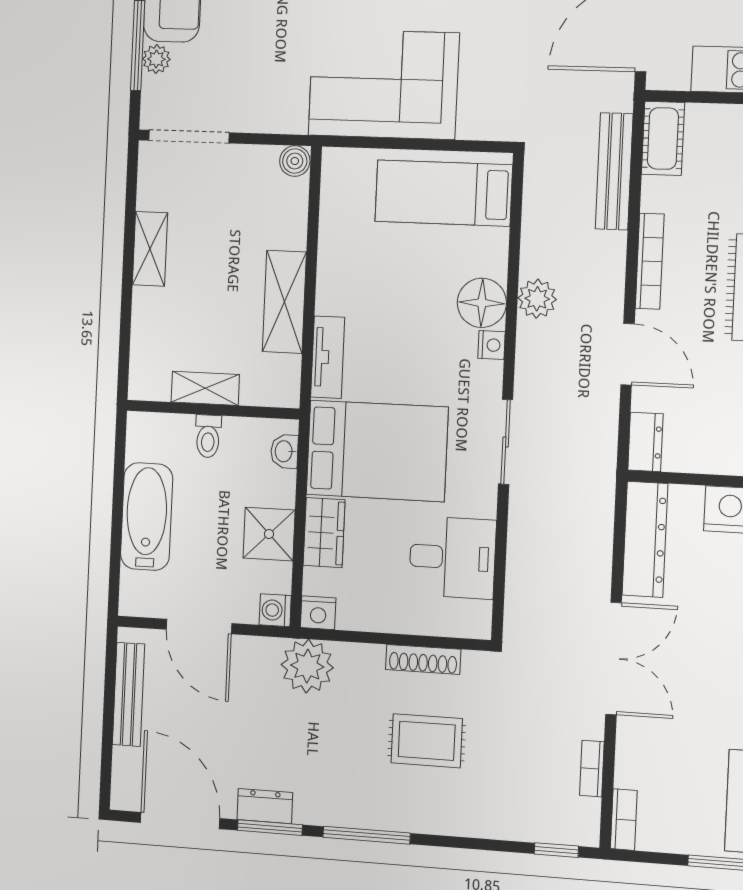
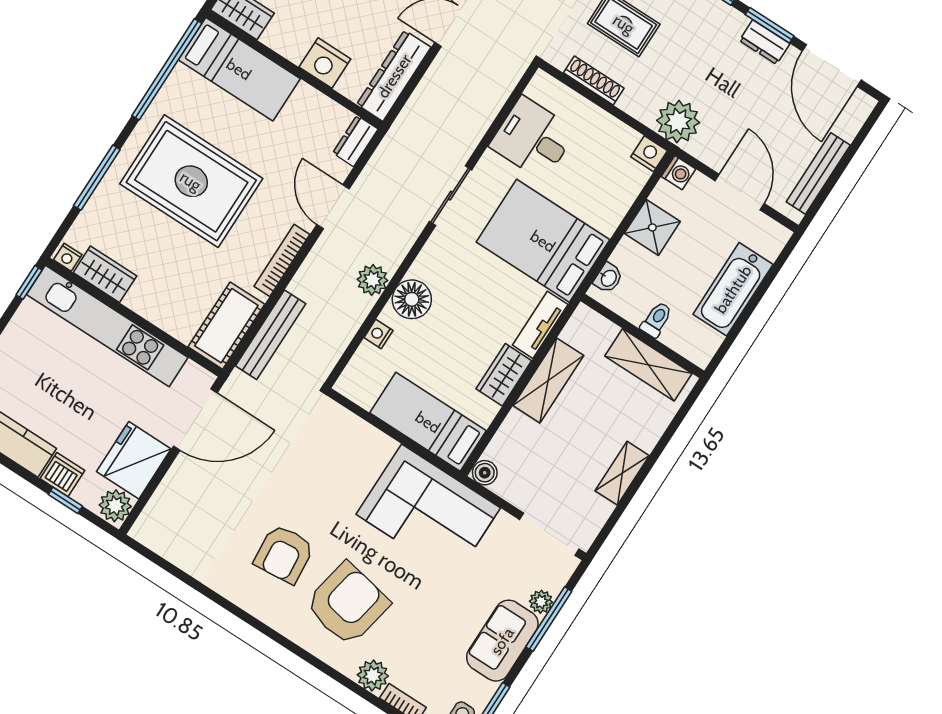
corner sofa: (384, 84) -> (428, 511), moved
cot: (663, 138) -> (226, 326), width x1.37, depth x1.34
bed: (444, 193) -> (428, 422), moved, turned 180
nightstand: (491, 345) -> (378, 334), moved
shelving: (205, 388) -> (648, 365), width x1.50, depth x1.33
wardrobe: (324, 533) -> (504, 375), moved

